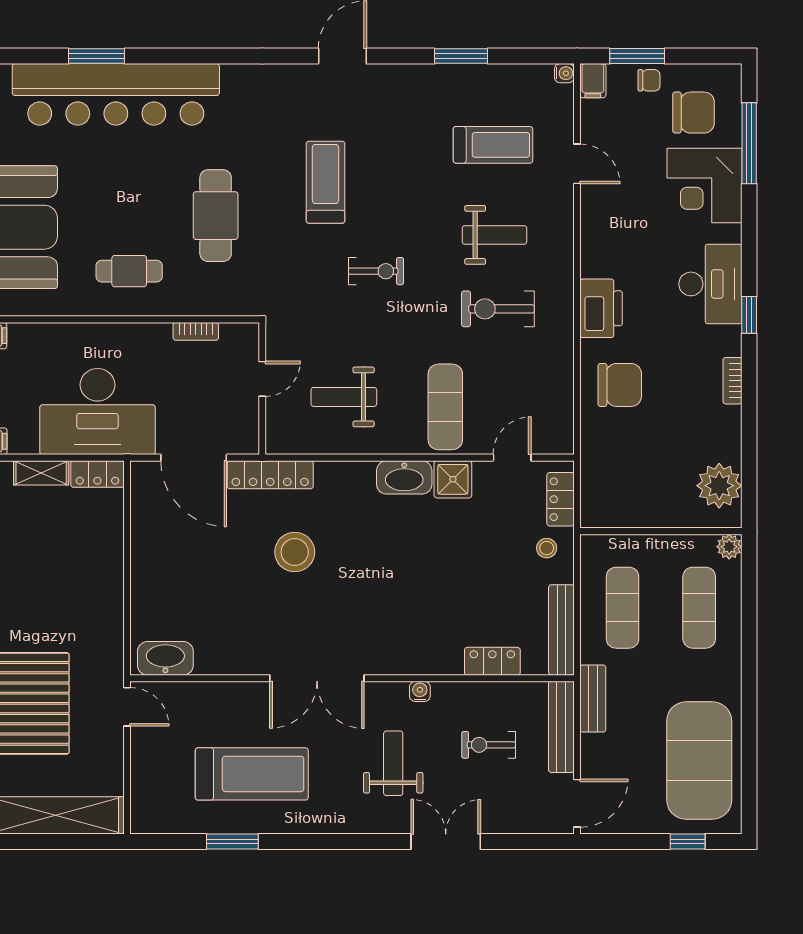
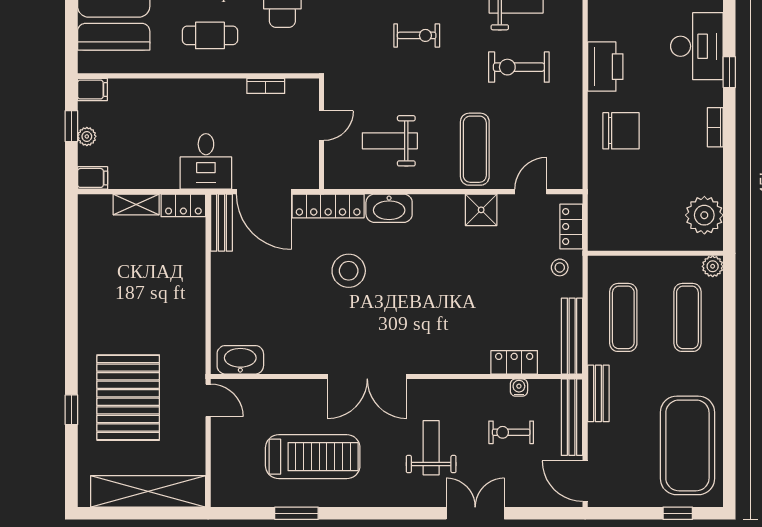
desk: (97, 412) -> (206, 161), width x0.53, depth x0.77
washbasin: (404, 477) -> (389, 208), moved
bench: (143, 495) -> (221, 223), added
water cooler: (420, 691) -> (519, 388), moved
door: (577, 803) -> (585, 481), swing flipped

